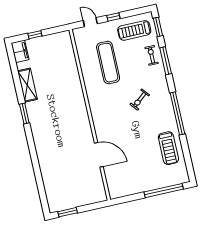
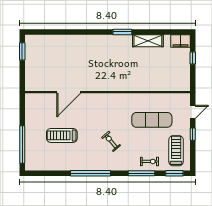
treadmill: (168, 148) -> (62, 135), moved

